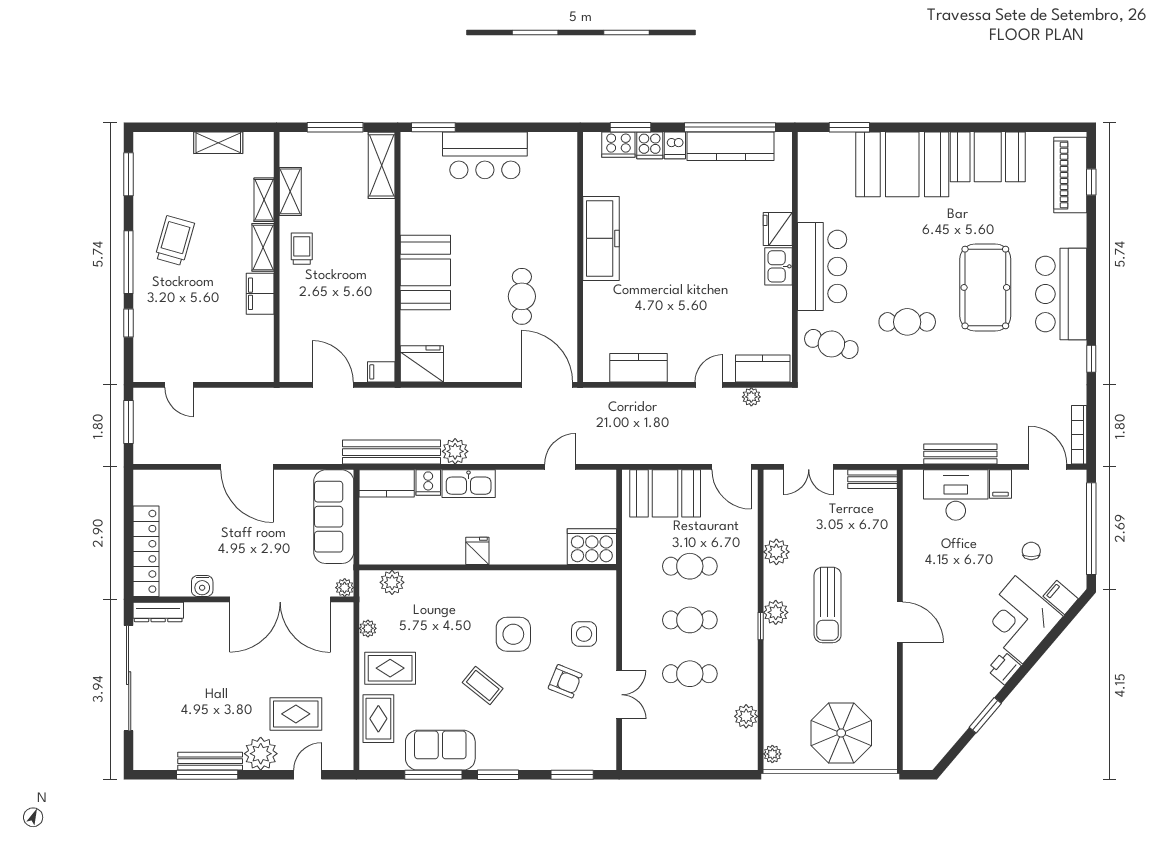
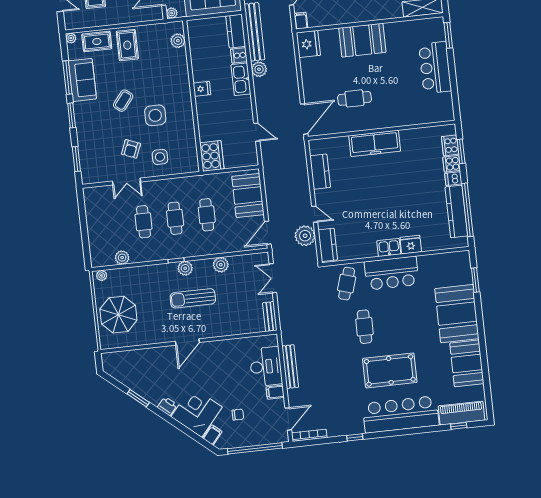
freezer: (601, 238) -> (375, 143), moved
bar counter: (1061, 294) -> (401, 414), width x1.36
plant: (751, 397) -> (305, 236), width x1.88, depth x1.88
plant: (368, 628) -> (71, 38), moved

